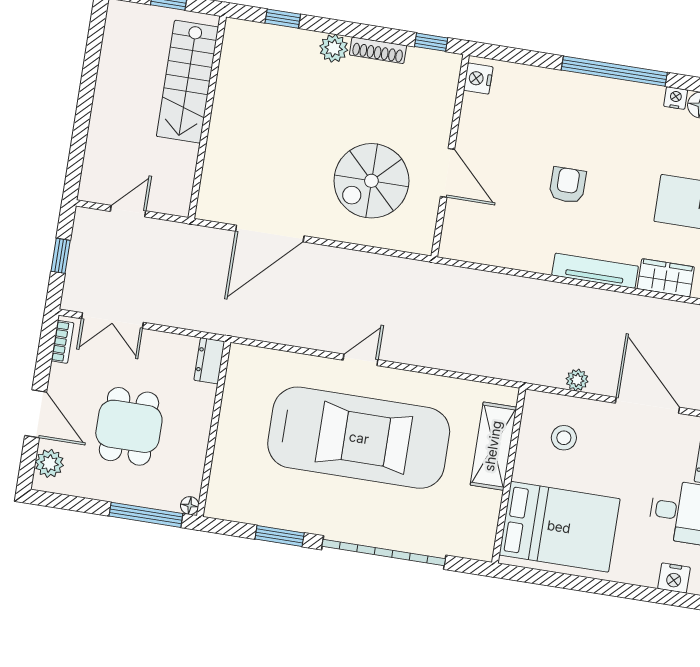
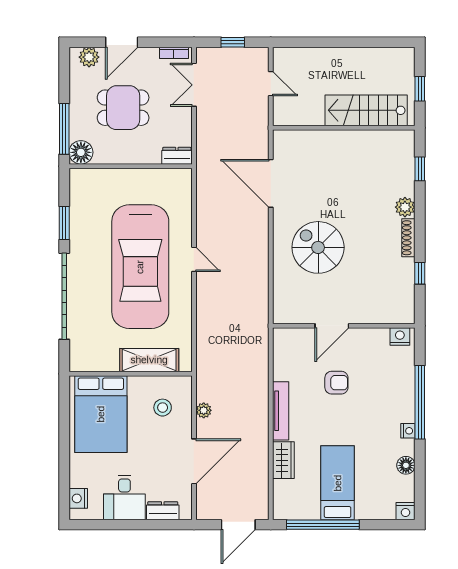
nightstand: (478, 79) -> (400, 337), moved
nightstand: (676, 98) -> (408, 431), moved
wall: (450, 156) -> (344, 326), moved
door: (447, 173) -> (332, 326), moved
floor lamp: (190, 506) -> (81, 152), width x1.89, depth x1.89

